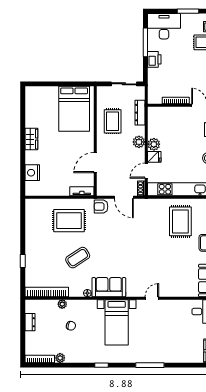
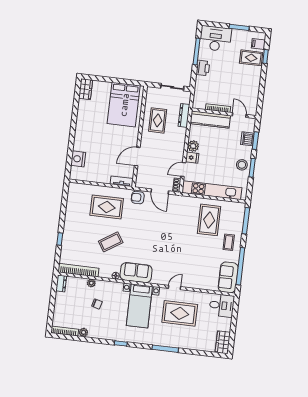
kitchen counter: (169, 114) -> (210, 119), added
wardrobe: (31, 139) -> (86, 89), moved
plant: (139, 142) -> (180, 142), removed
dresser: (30, 322) -> (61, 283), moved
rug: (161, 325) -> (180, 313), added

